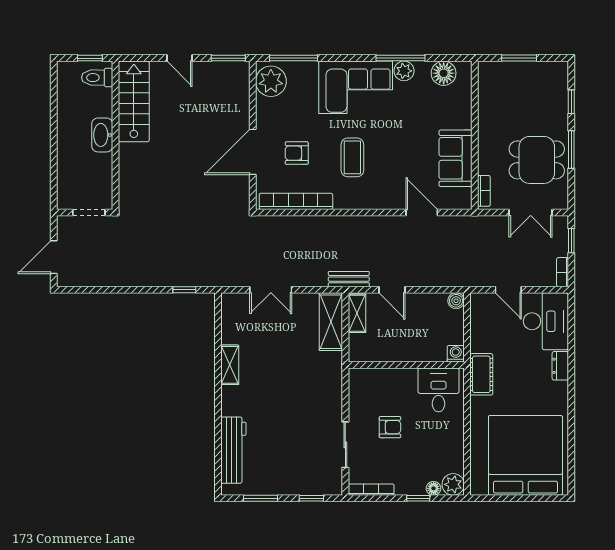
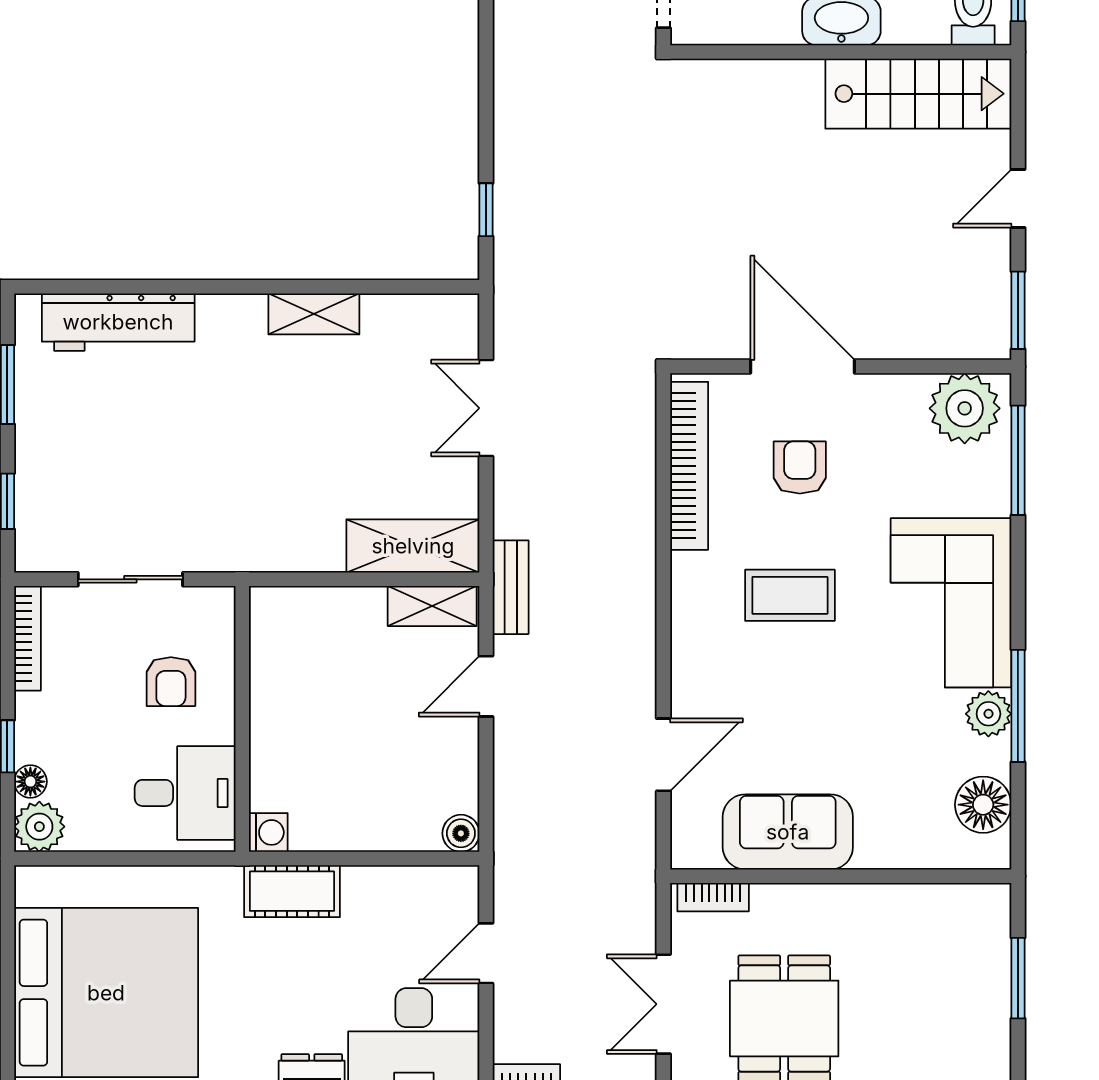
washing machine: (456, 354) -> (268, 832), moved
wall: (406, 365) -> (242, 719), moved
desk: (438, 390) -> (185, 793), moved

